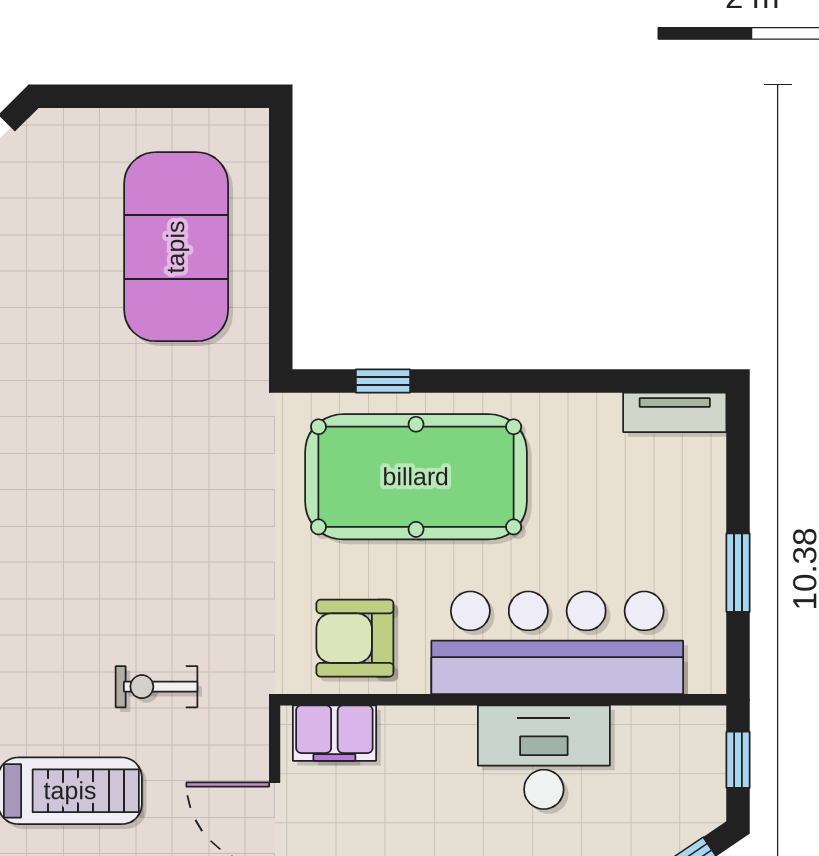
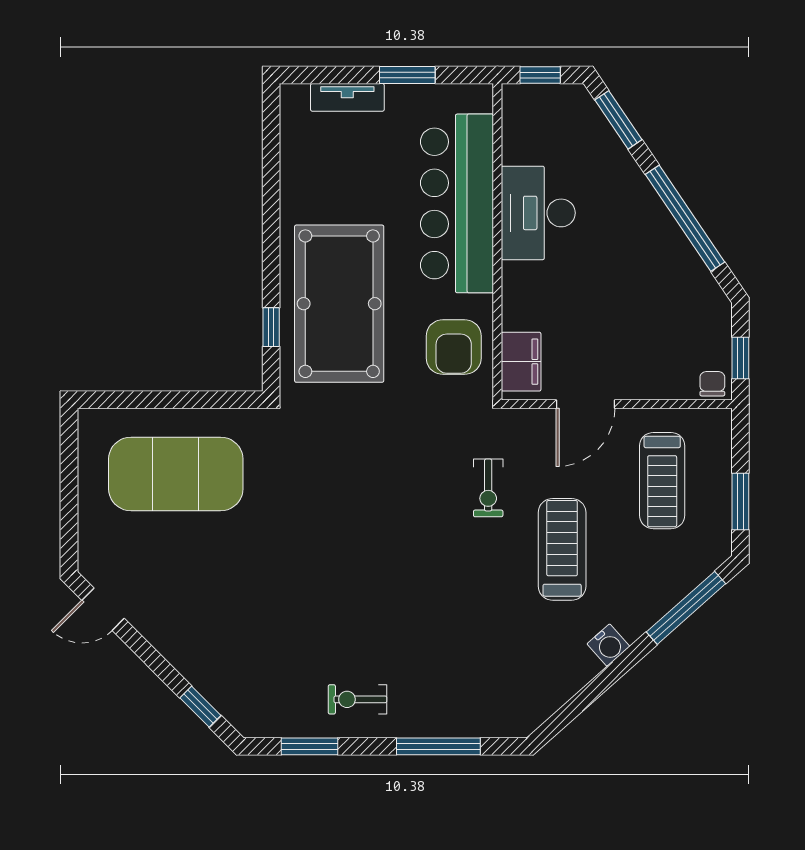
tv unit: (675, 412) -> (347, 97), moved, turned 90

